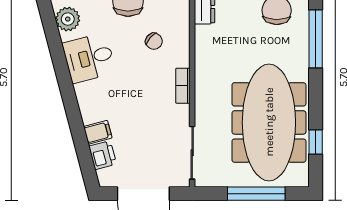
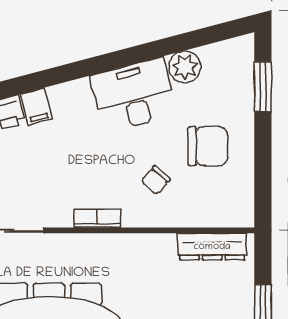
desk: (89, 58) -> (134, 95), width x1.37

